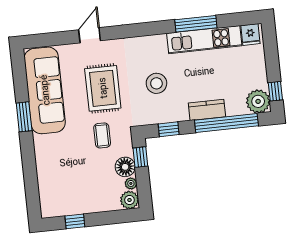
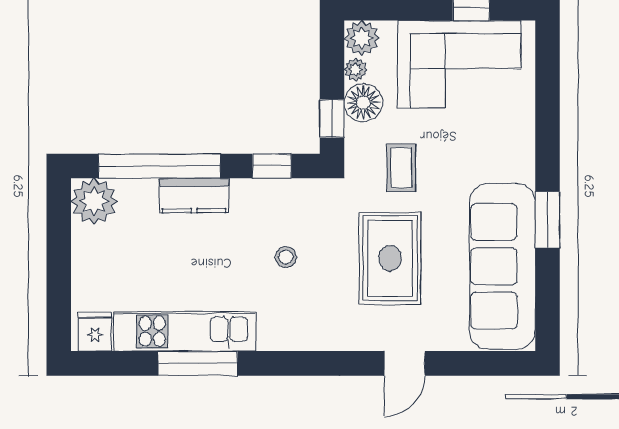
stool: (156, 83) -> (286, 257), width x0.53, depth x0.53
window: (275, 91) -> (59, 217), removed
corner sofa: (78, 192) -> (460, 64), added

